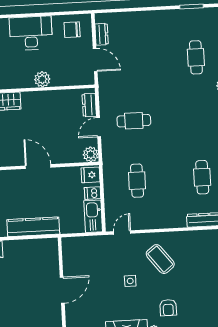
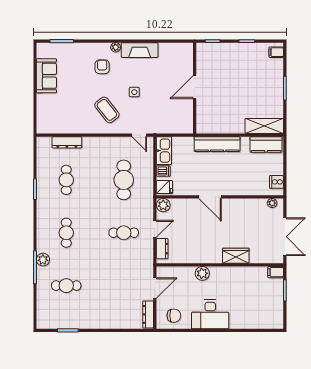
dresser: (102, 34) -> (148, 314), width x1.44
cafe table: (196, 57) -> (66, 286), turned 90
door: (95, 60) -> (155, 288), swing flipped
cafe table: (199, 117) -> (66, 233), added
cafe table: (137, 181) -> (124, 180), width x1.37, depth x1.35
door: (122, 232) -> (139, 135), hinge flipped

